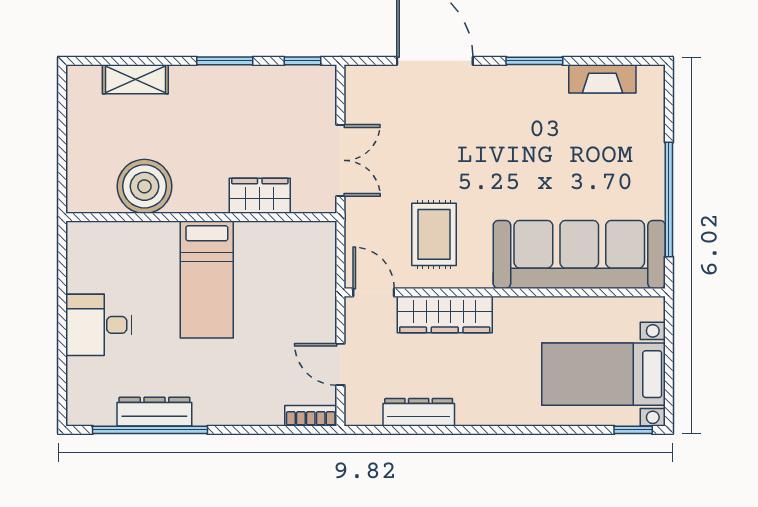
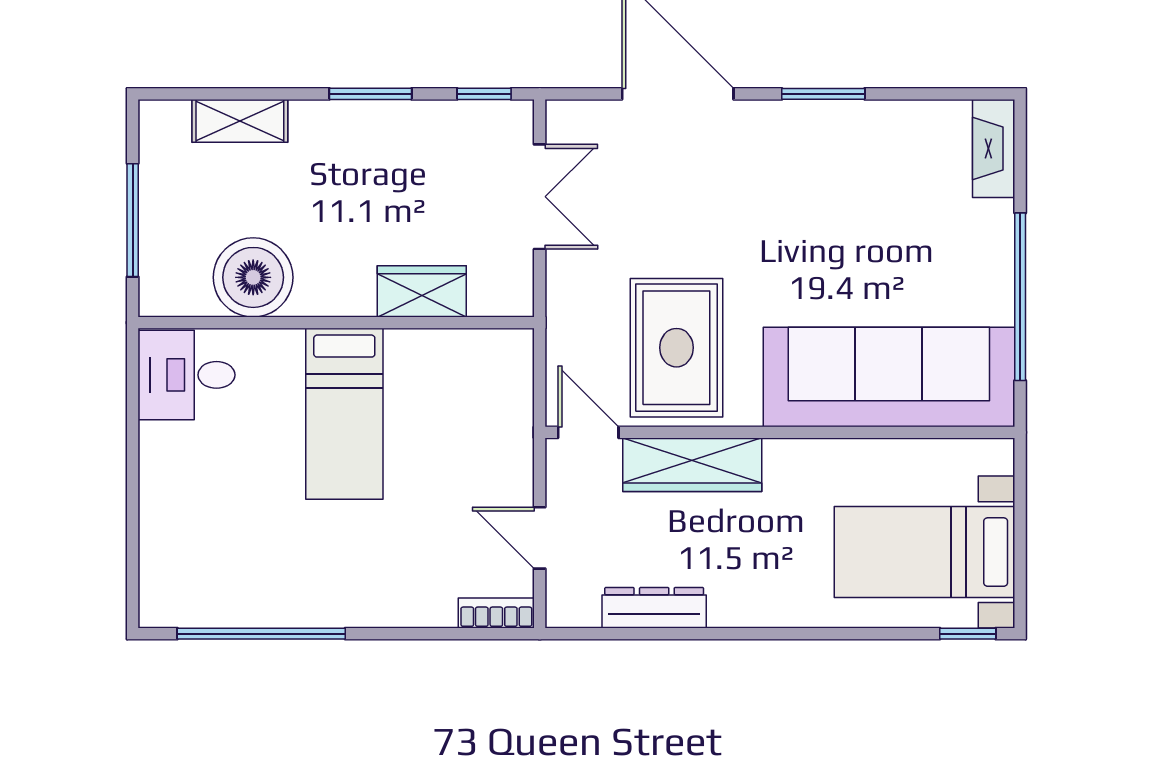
fireplace: (602, 79) -> (994, 148), moved, turned 90
window: (62, 147) -> (133, 220), added
double door: (340, 160) -> (540, 197), moved
rug: (434, 234) -> (676, 348), width x1.36, depth x1.43
desk: (99, 325) -> (186, 375), moved
dresser: (154, 412) -> (268, 607), removed

